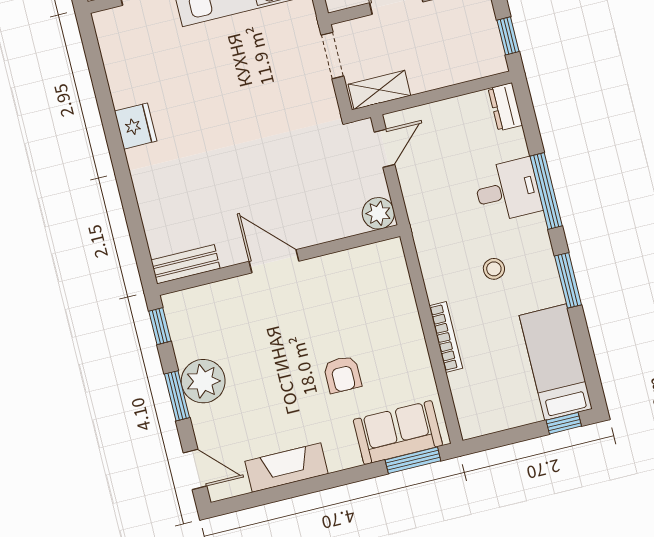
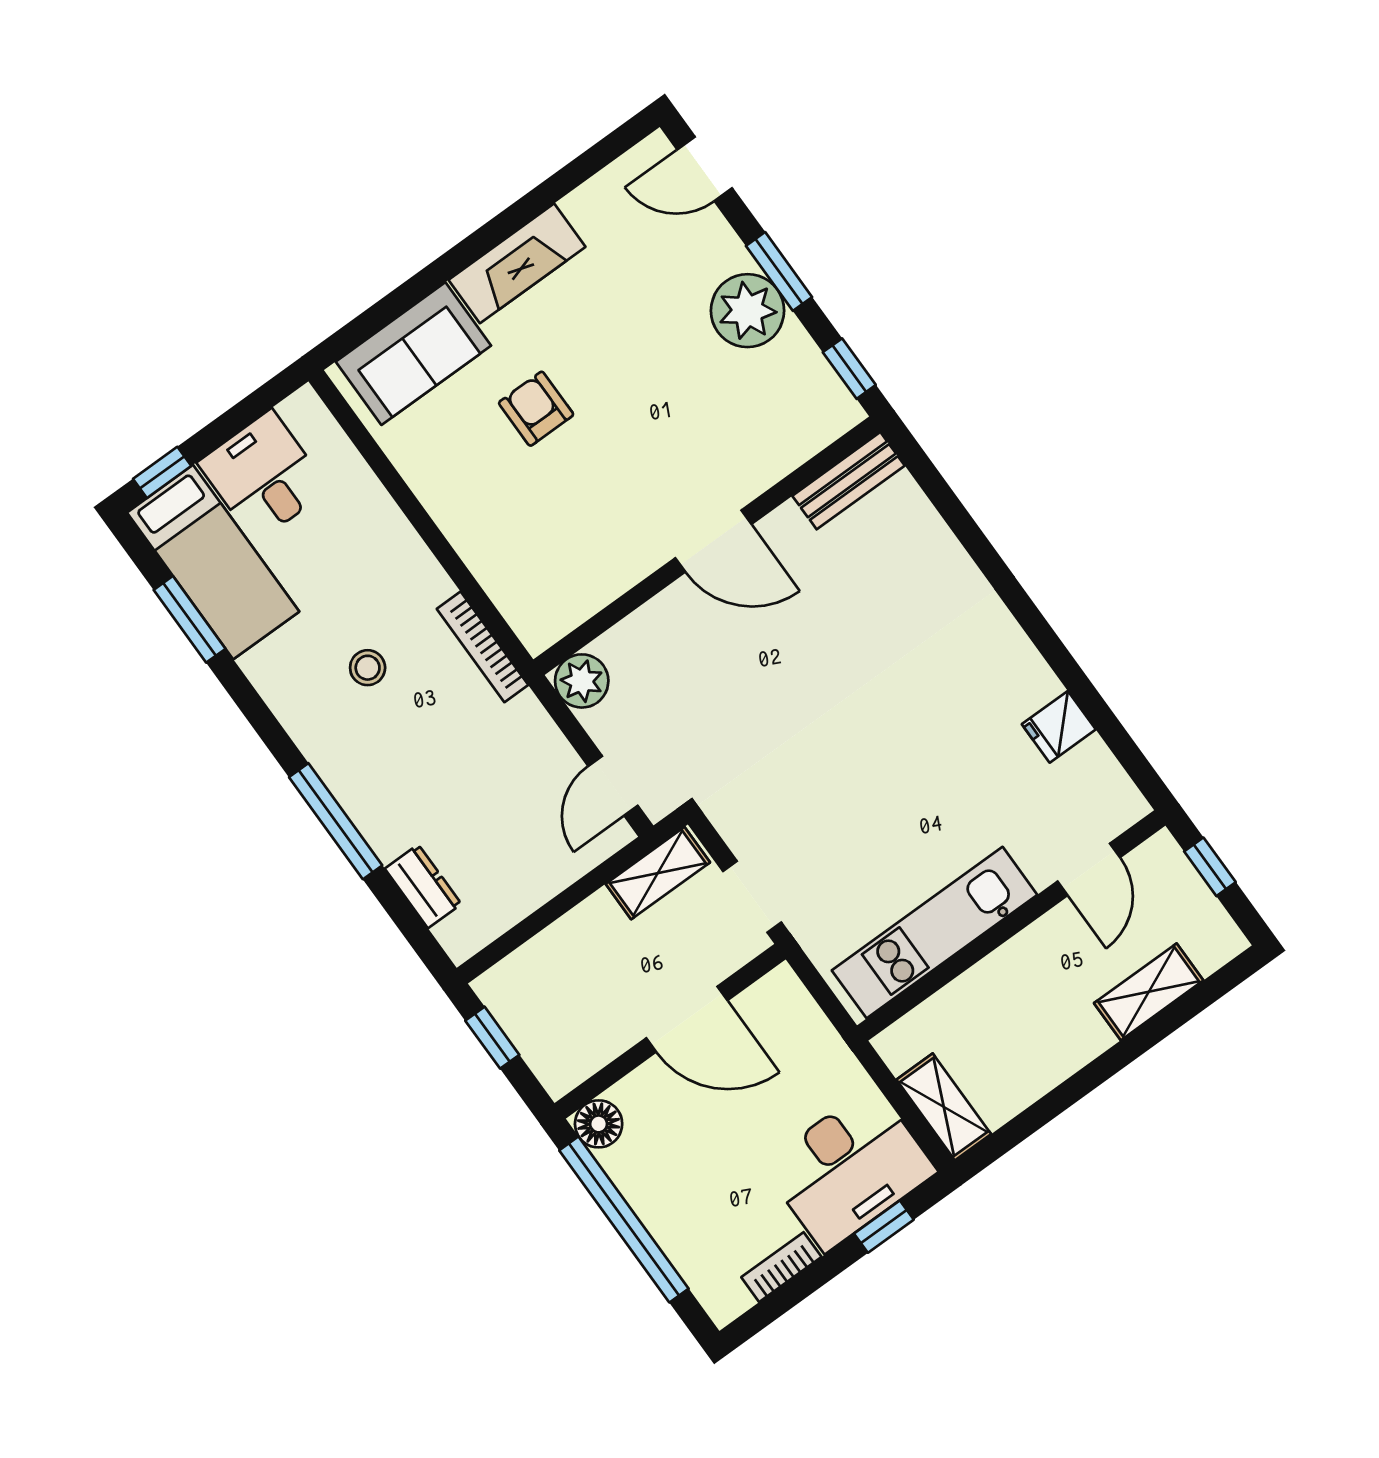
dresser: (505, 107) -> (423, 886), moved
fridge: (136, 126) -> (1059, 727), moved, width x0.72
desk: (508, 190) -> (264, 476), moved, turned 90
window: (568, 280) -> (190, 619), moved
bookcase: (446, 337) -> (482, 647), moved
window: (413, 460) -> (373, 320), removed
fireplace: (287, 467) -> (517, 263), moved

